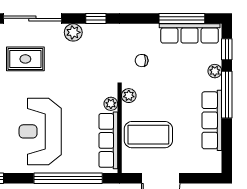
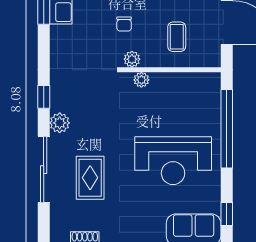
chair: (142, 61) -> (124, 24), moved
coffee table: (148, 135) -> (177, 37), width x0.54, depth x0.58
row of seats: (108, 140) -> (183, 83), removed

